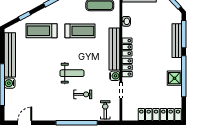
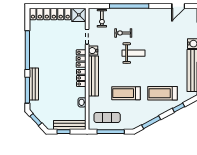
treadmill: (41, 31) -> (162, 93), turned 180
weight bench: (72, 73) -> (133, 53), turned 180
shower: (174, 78) -> (79, 15), moved

